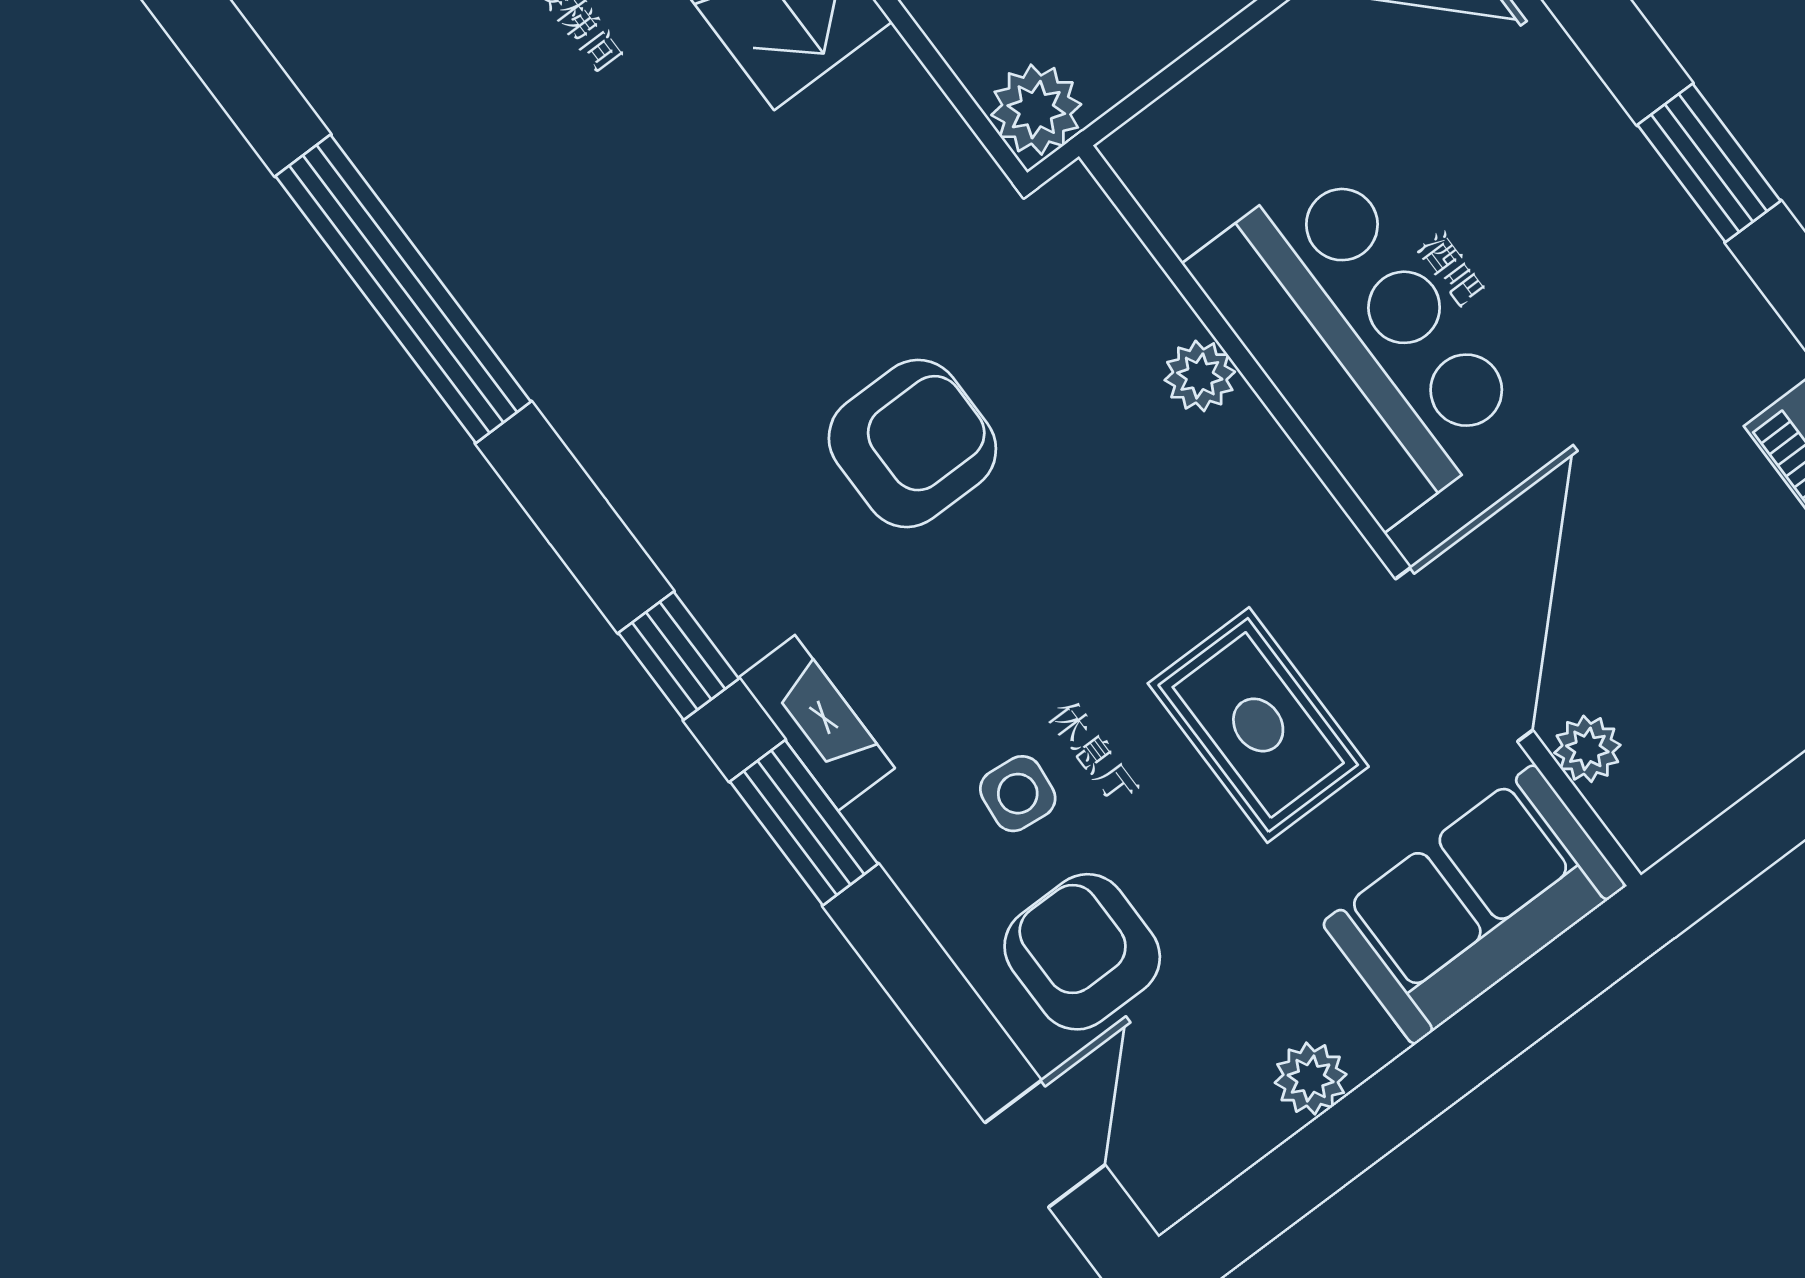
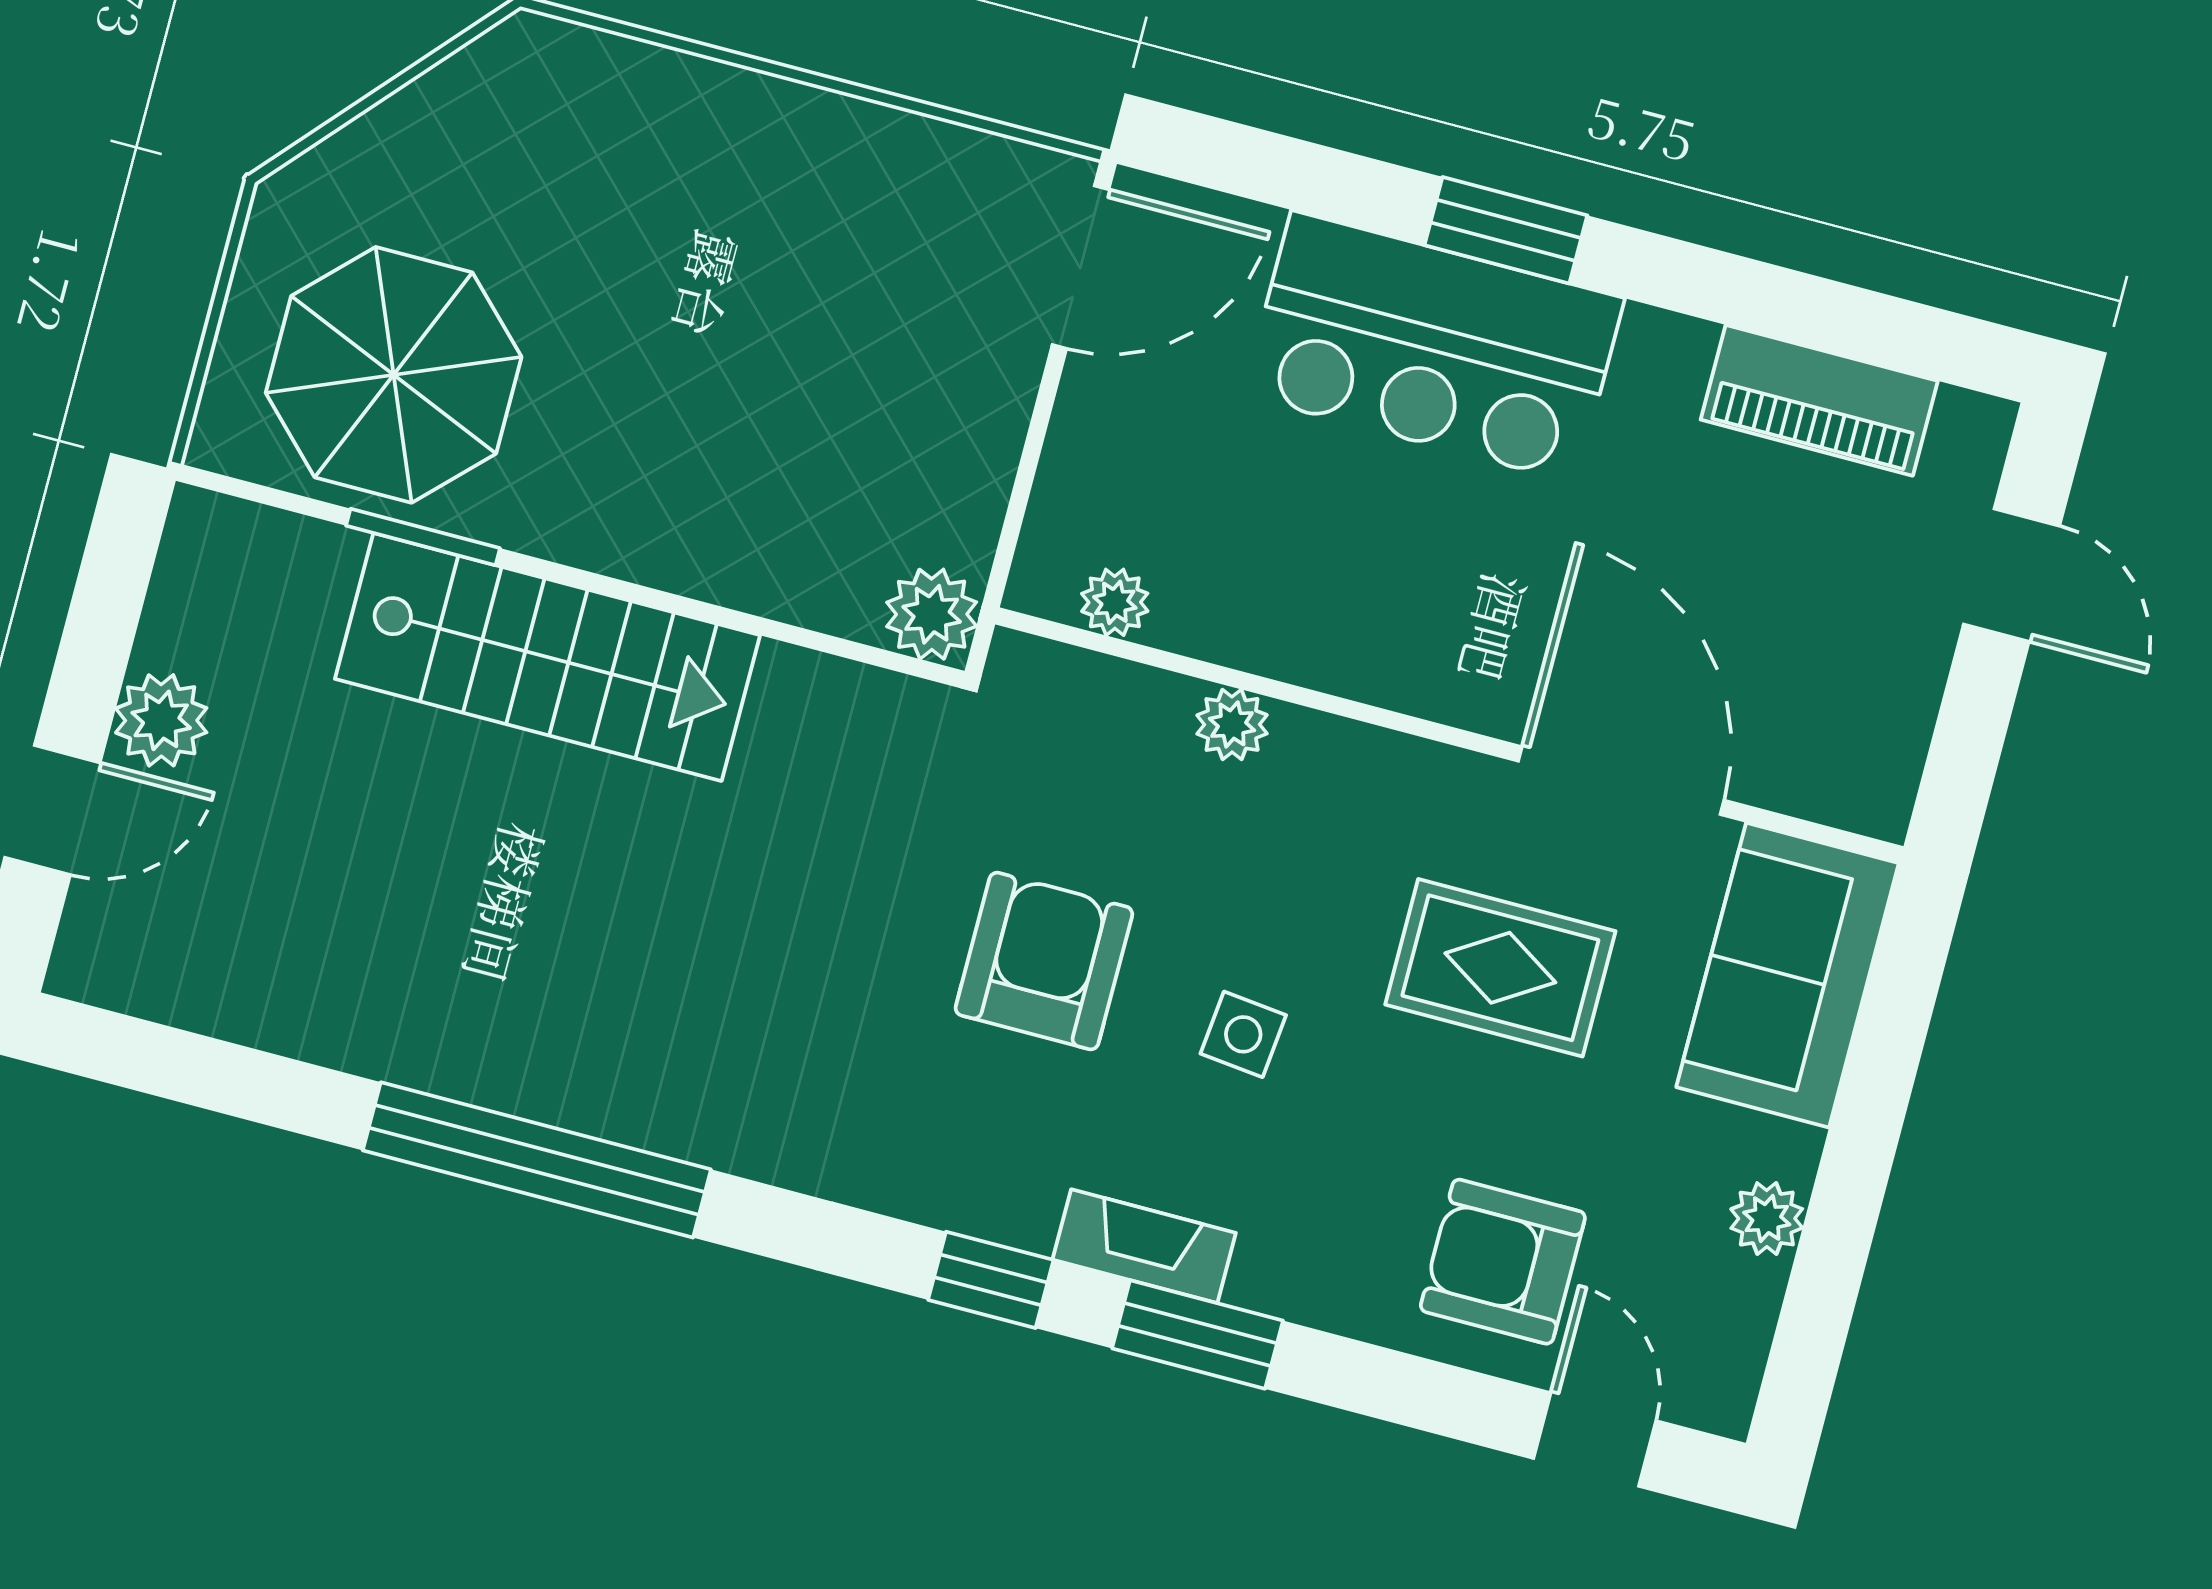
bar counter: (1358, 342) -> (1434, 347), moved, turned 180
plant: (1587, 749) -> (1115, 602), moved
side table: (1018, 794) -> (1243, 1034), moved

